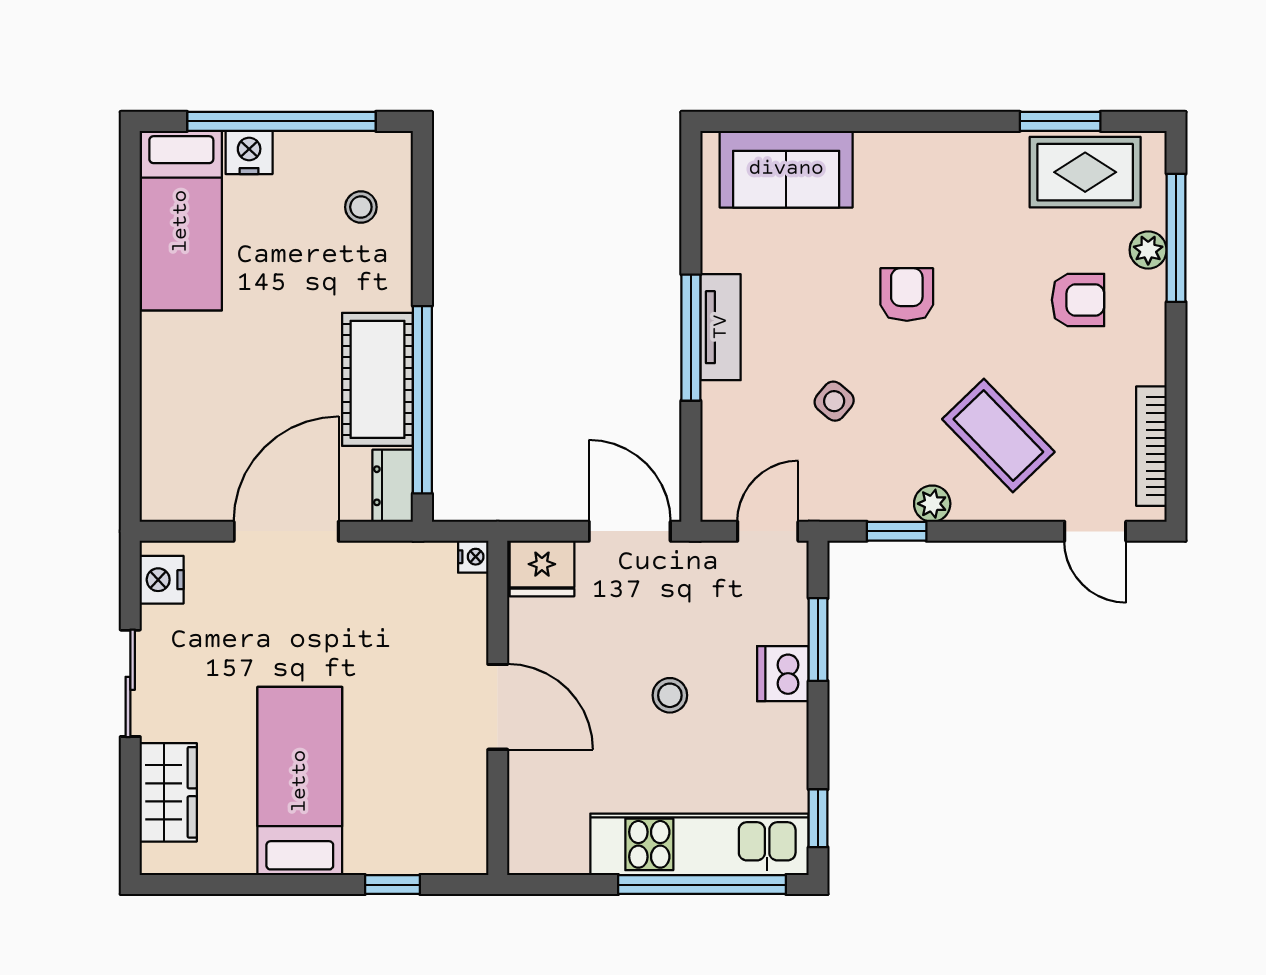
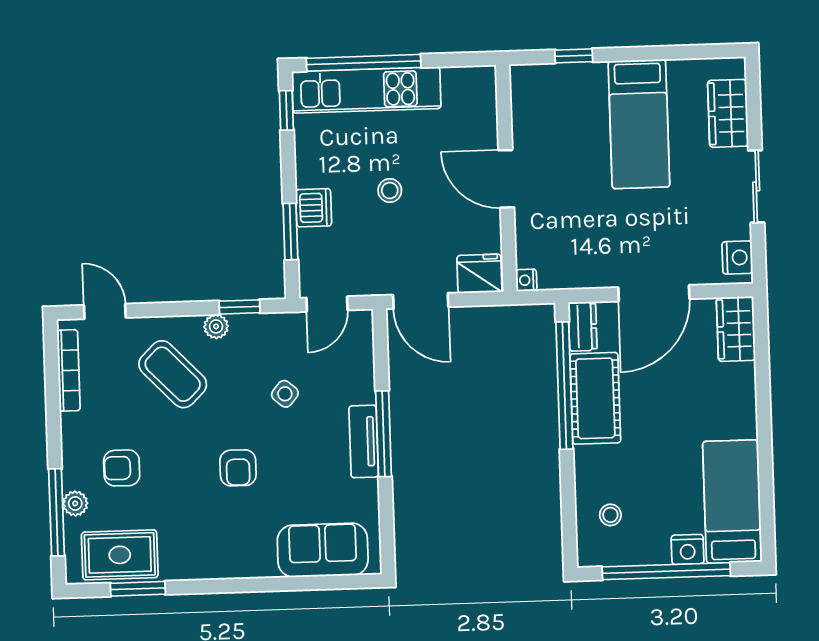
wardrobe: (167, 475) -> (736, 329), added

